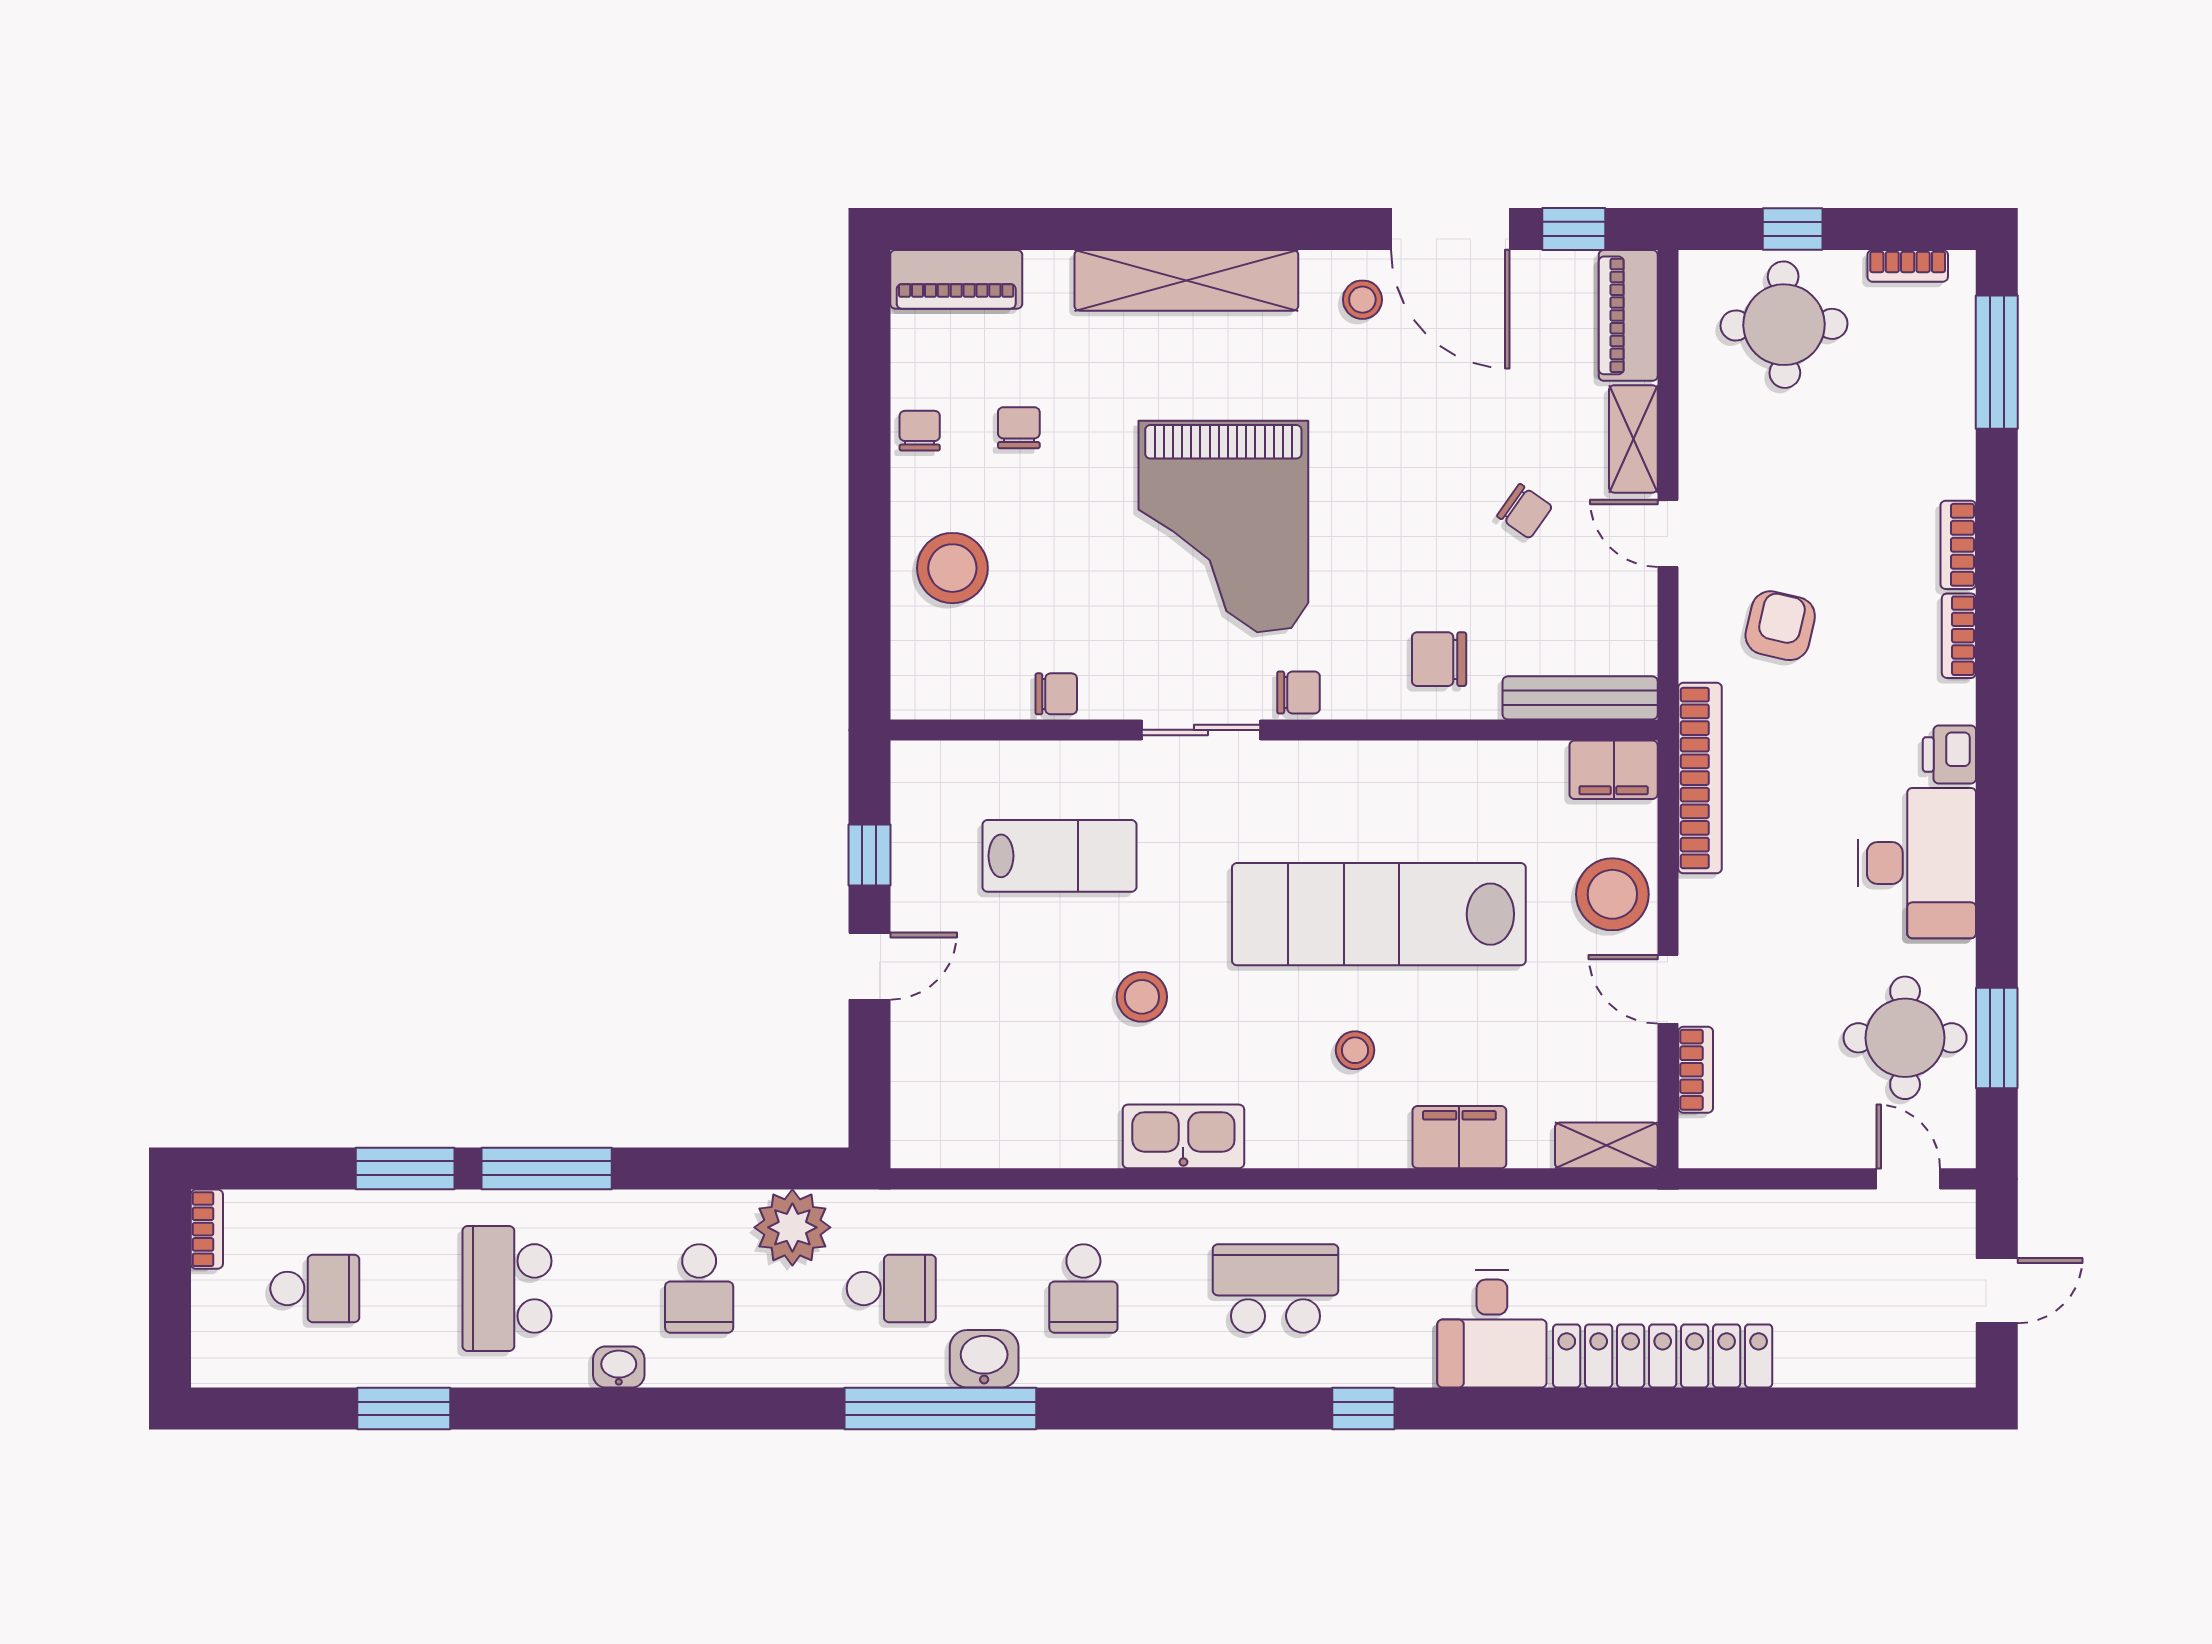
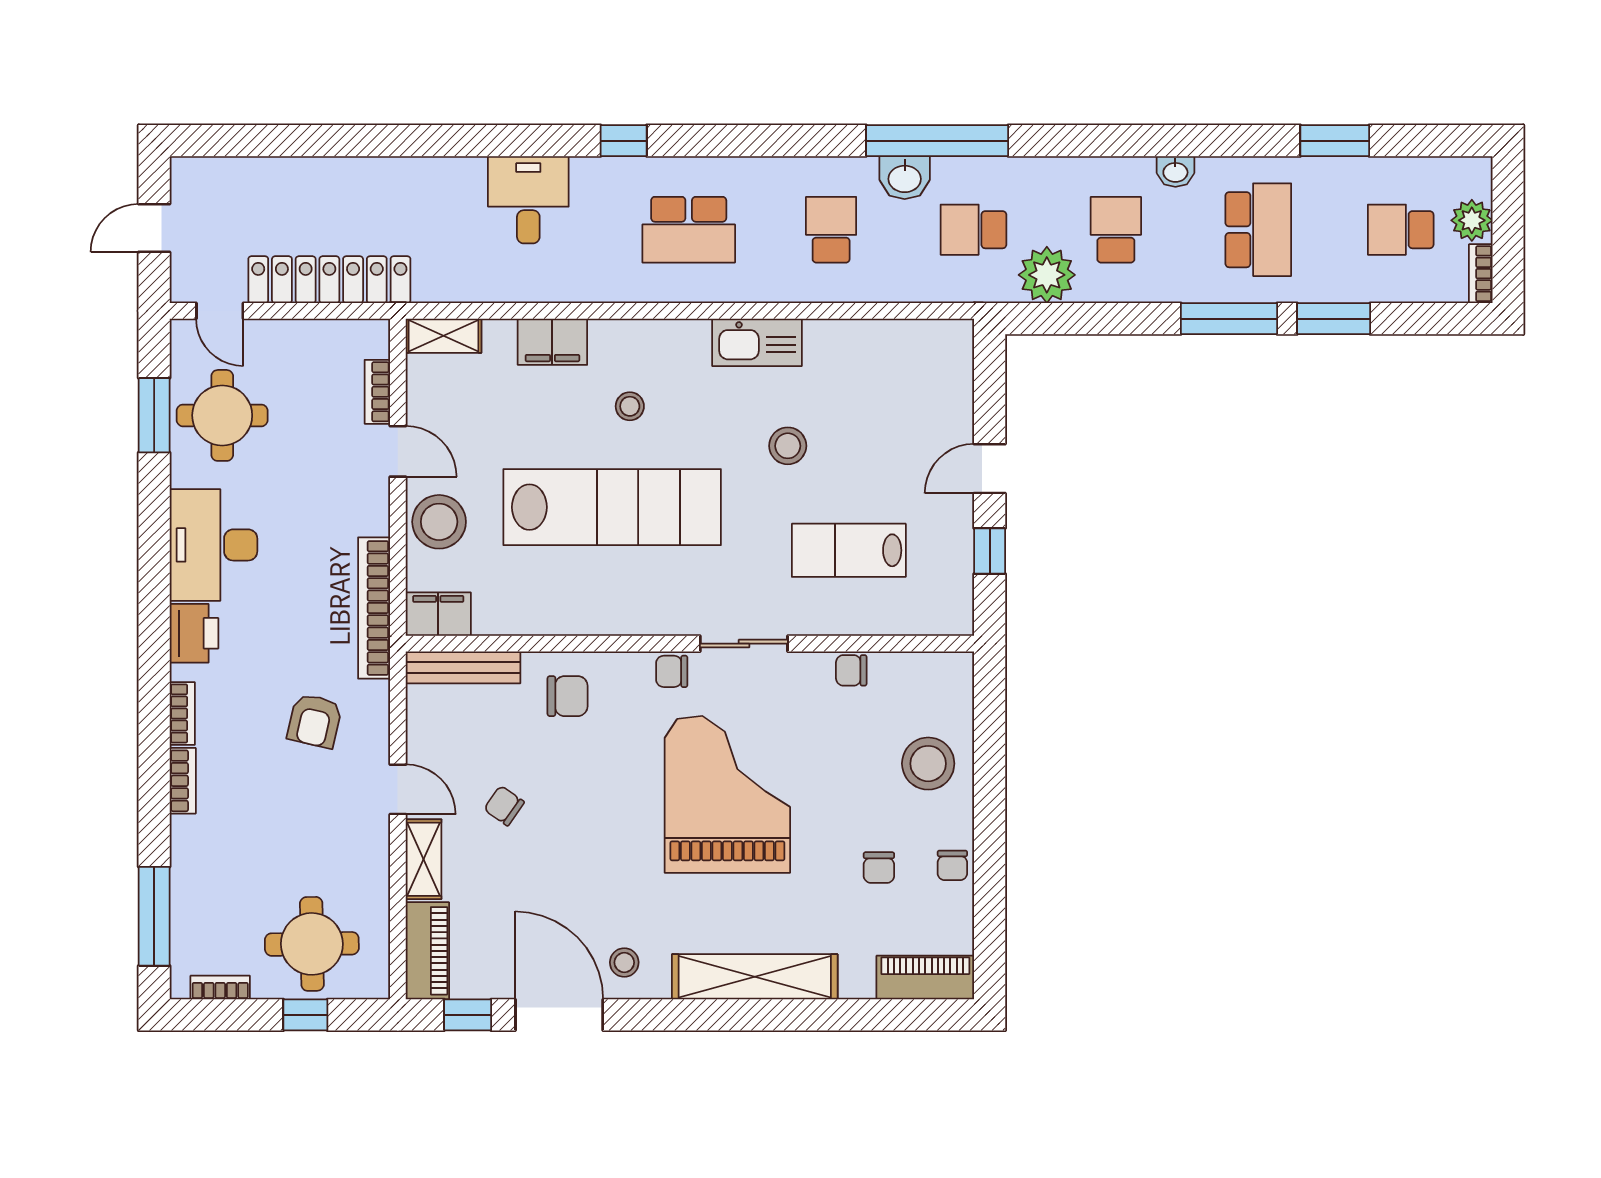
printer: (1949, 754) -> (194, 633), width x1.36, depth x1.24
plant: (219, 1301) -> (1472, 220), added
locker: (1663, 1356) -> (329, 280), moved, turned 180

